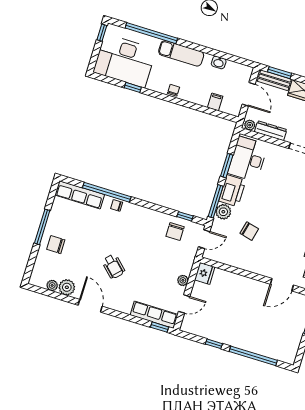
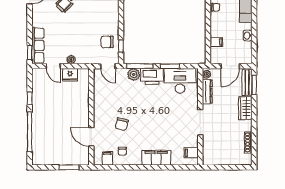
chair: (249, 231) -> (122, 124), moved
fridge: (205, 273) -> (70, 75), moved

